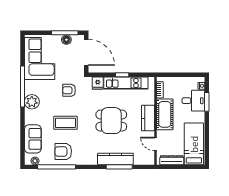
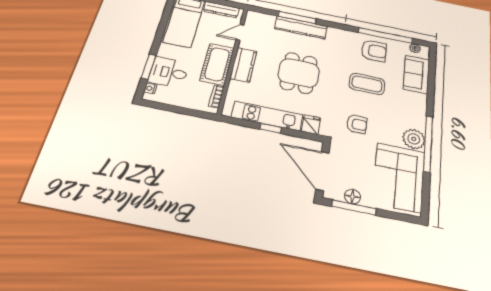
plant: (32, 102) -> (414, 139), moved
dining table: (111, 121) -> (299, 73), turned 90
door: (155, 144) -> (240, 32), swing flipped

